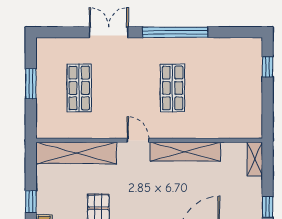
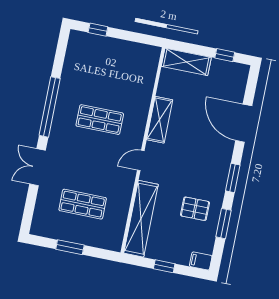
shelving: (185, 152) -> (160, 120), width x0.68
shelving: (255, 159) -> (186, 62), width x1.50, depth x1.33
window: (31, 201) -> (164, 266), moved

